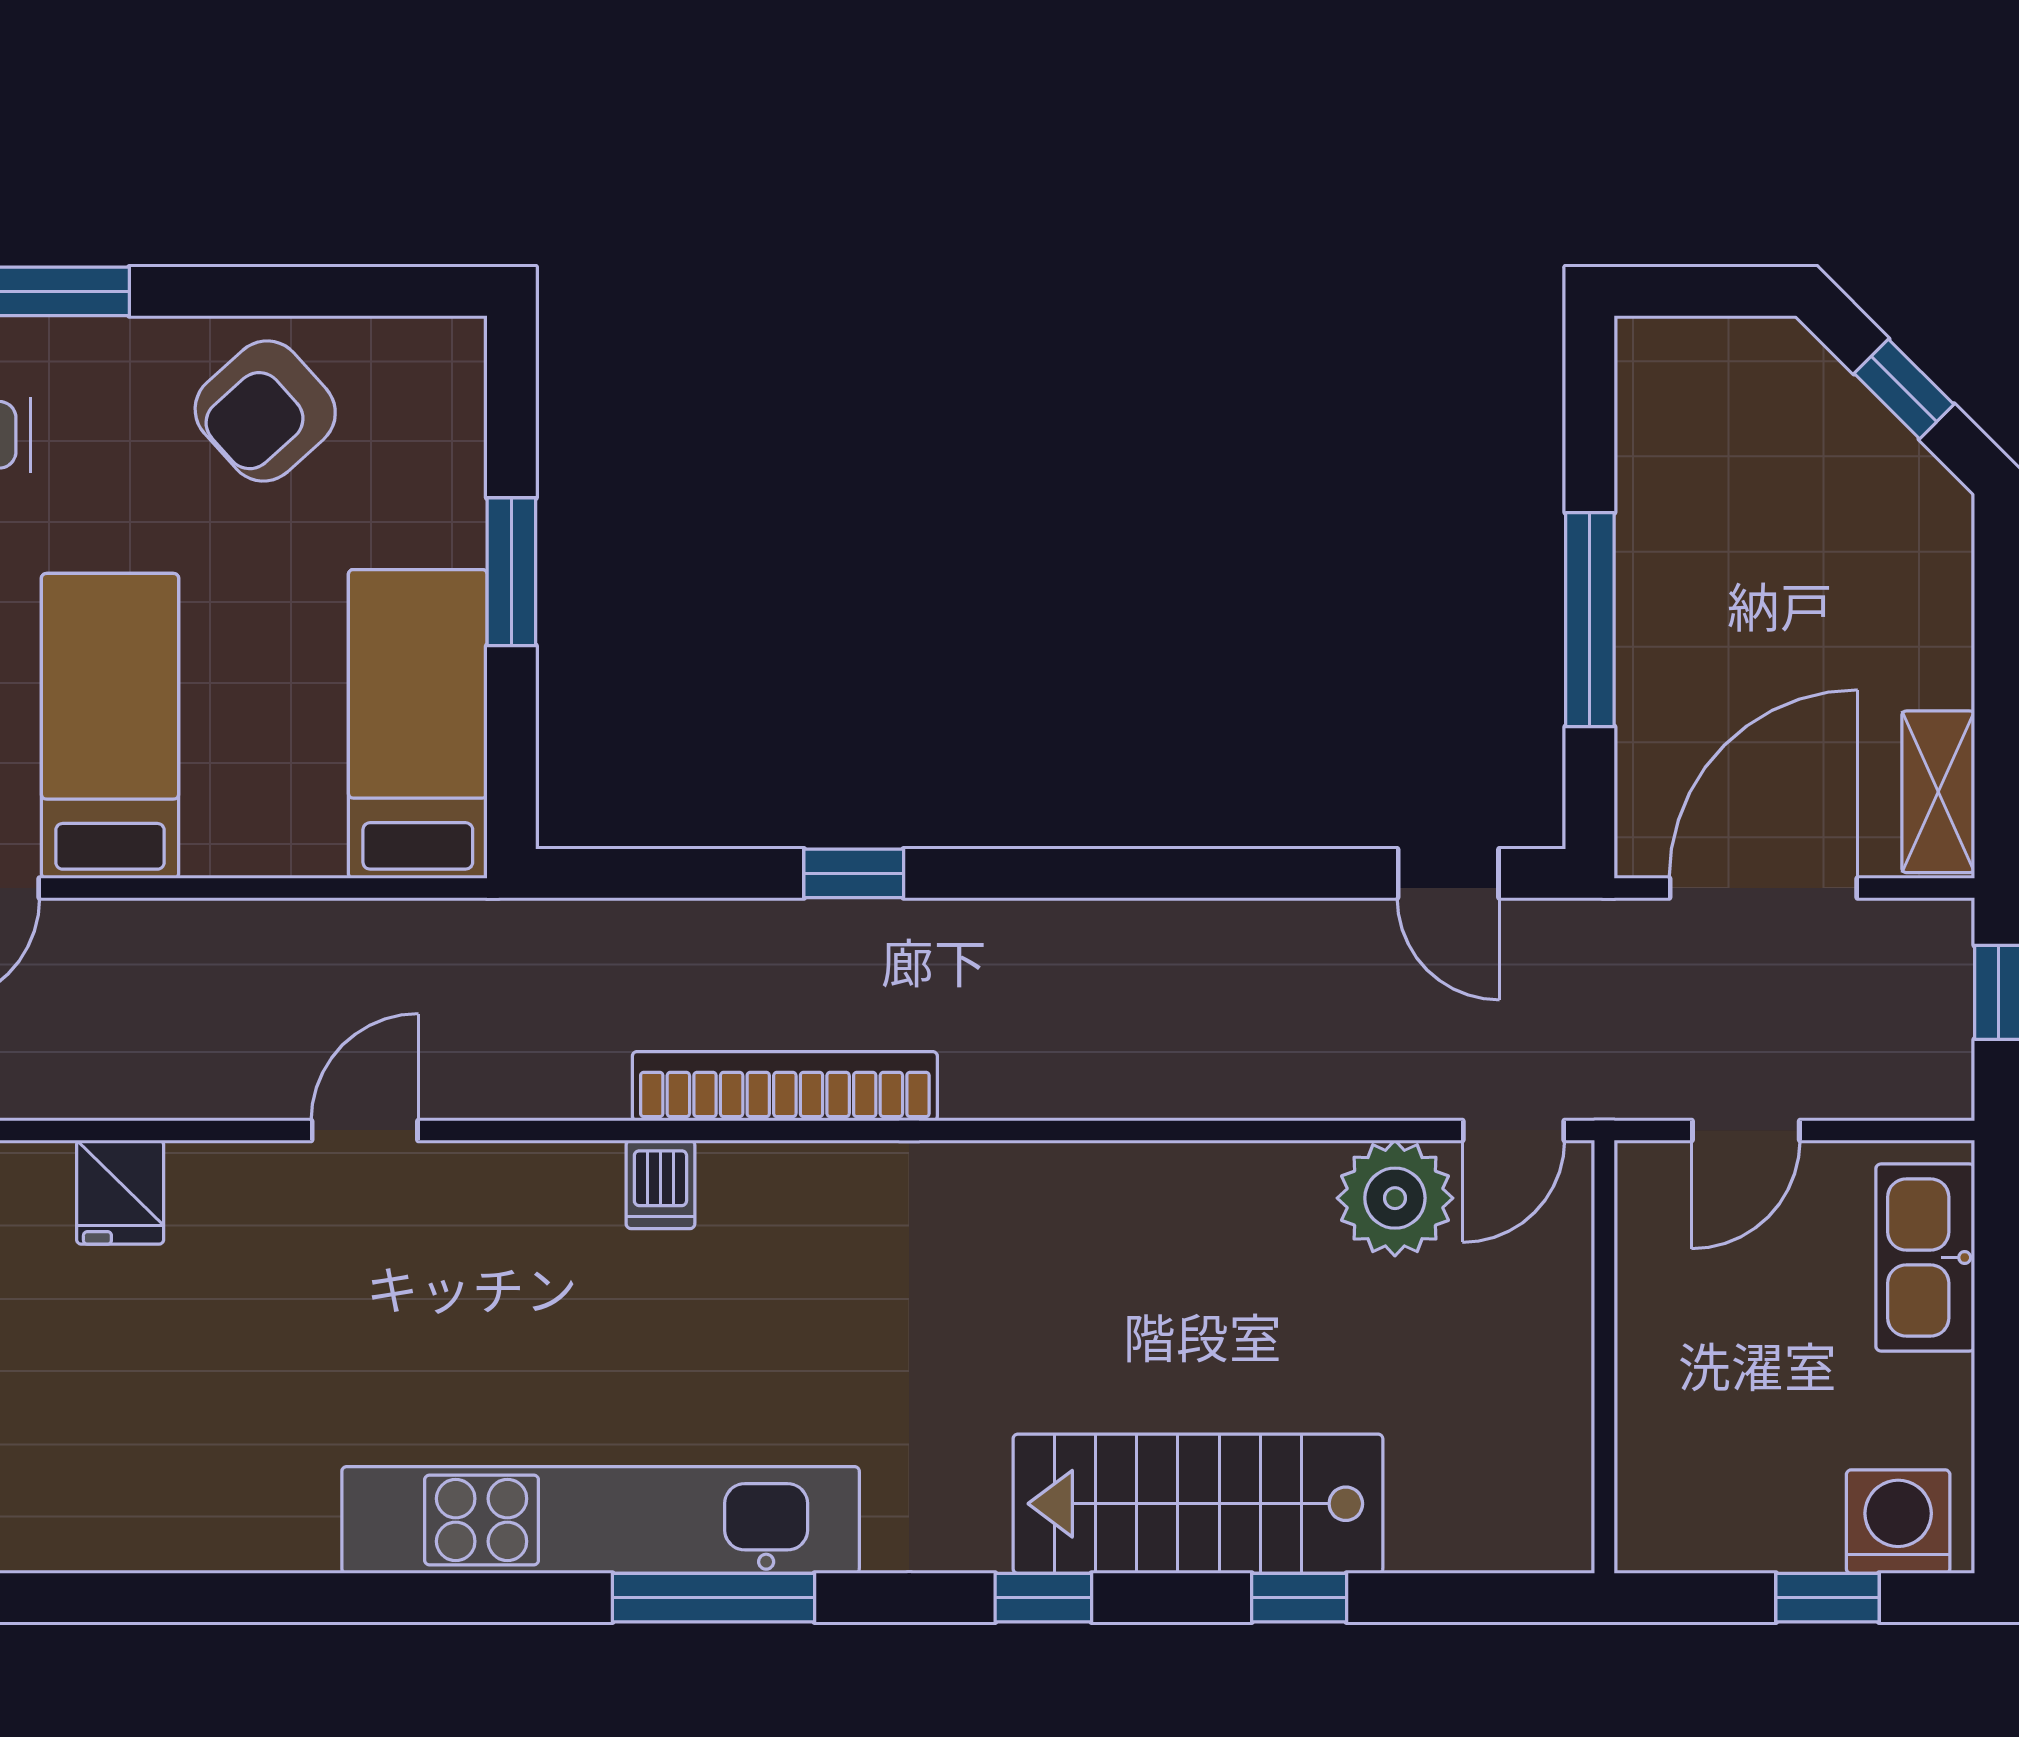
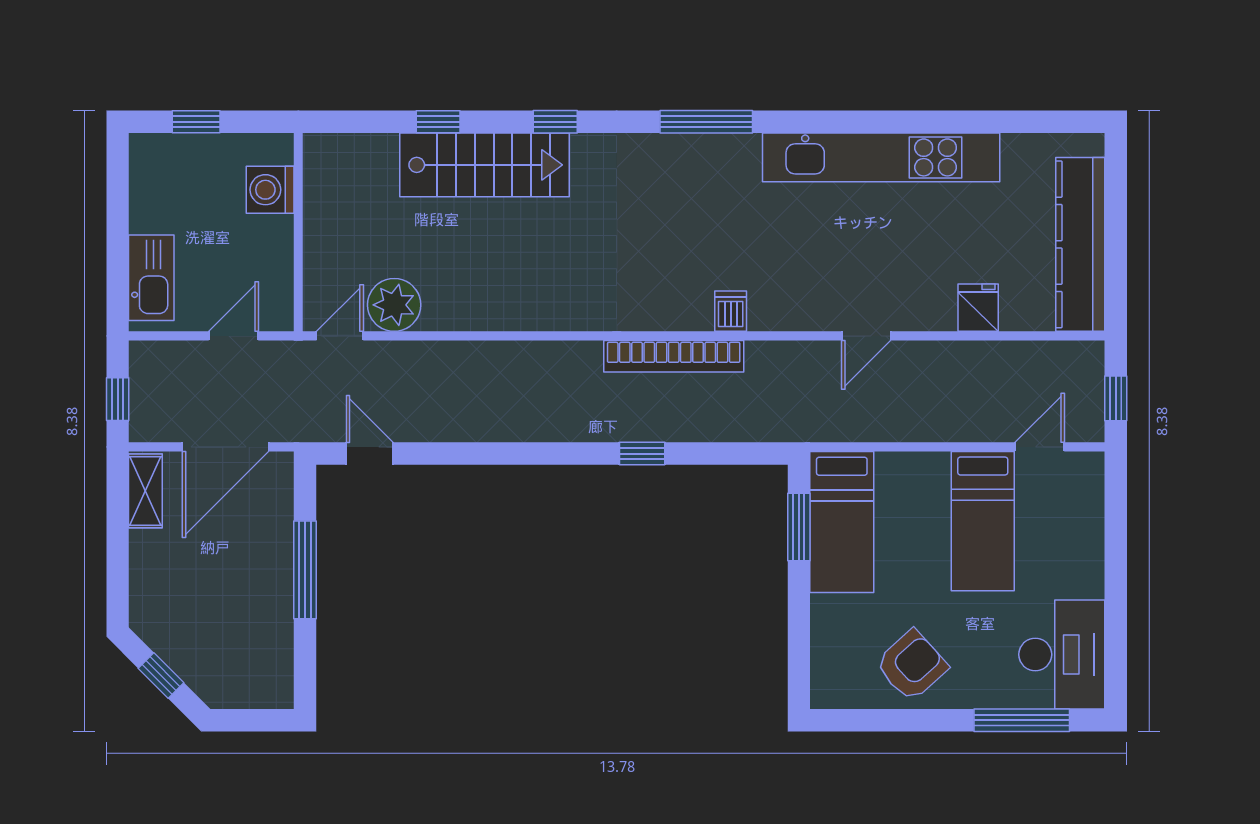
window: (511, 572) -> (799, 527), moved
kitchen unit: (601, 1520) -> (881, 157), moved
washing machine: (1898, 1522) -> (270, 190), moved, turned 90

